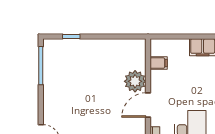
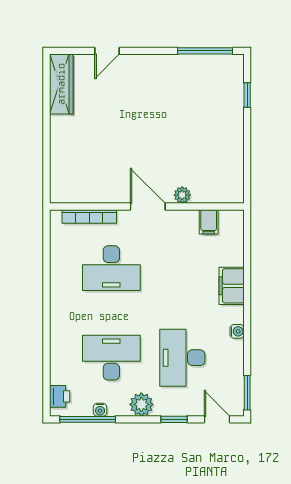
plant: (135, 81) -> (182, 195), width x0.53, depth x0.53

